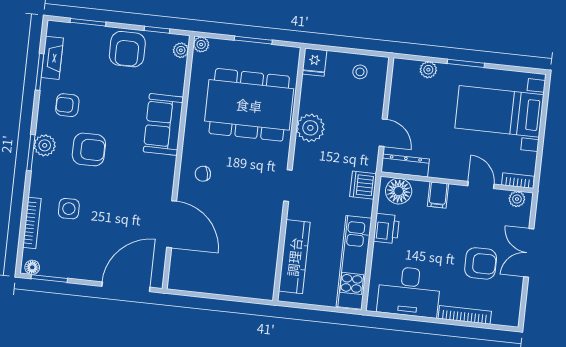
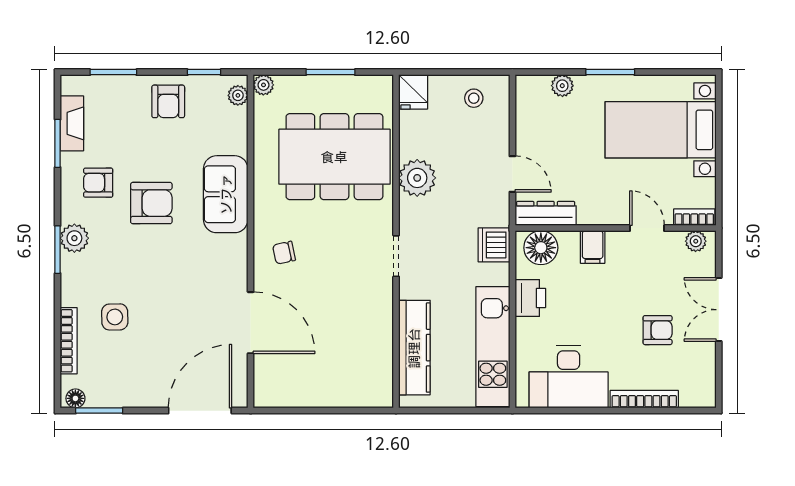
armchair: (127, 49) -> (168, 101), width x0.72, depth x0.72
armchair: (89, 149) -> (151, 203), moved
armchair: (481, 263) -> (658, 330), width x0.72, depth x0.72

